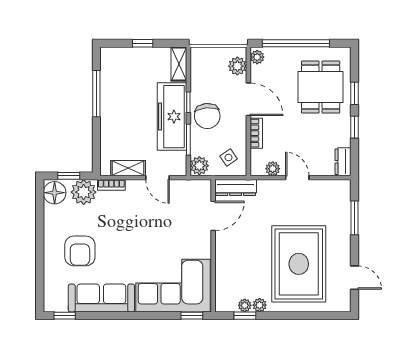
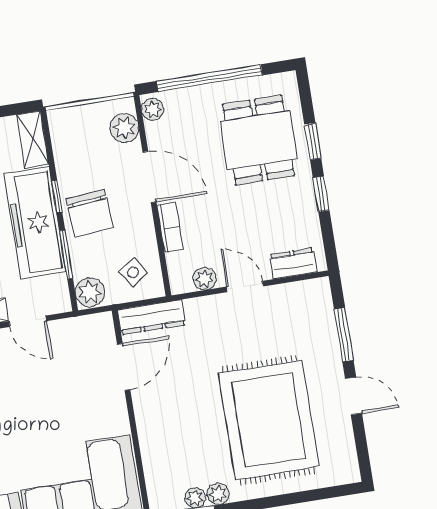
dresser: (343, 162) -> (293, 263), moved, turned 90
door: (354, 278) -> (354, 396), moved

